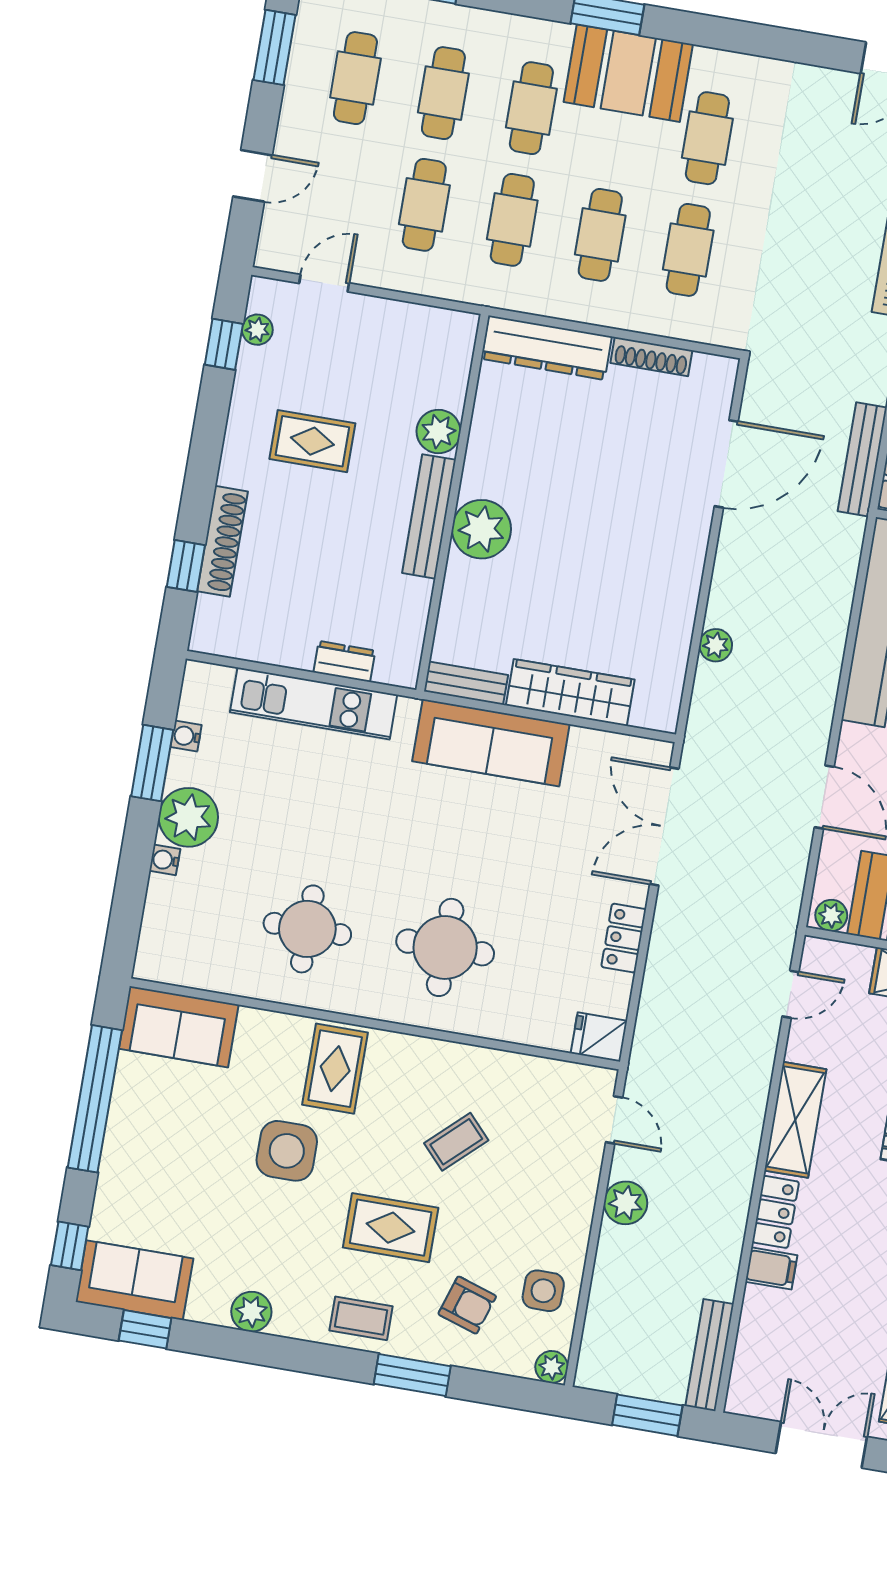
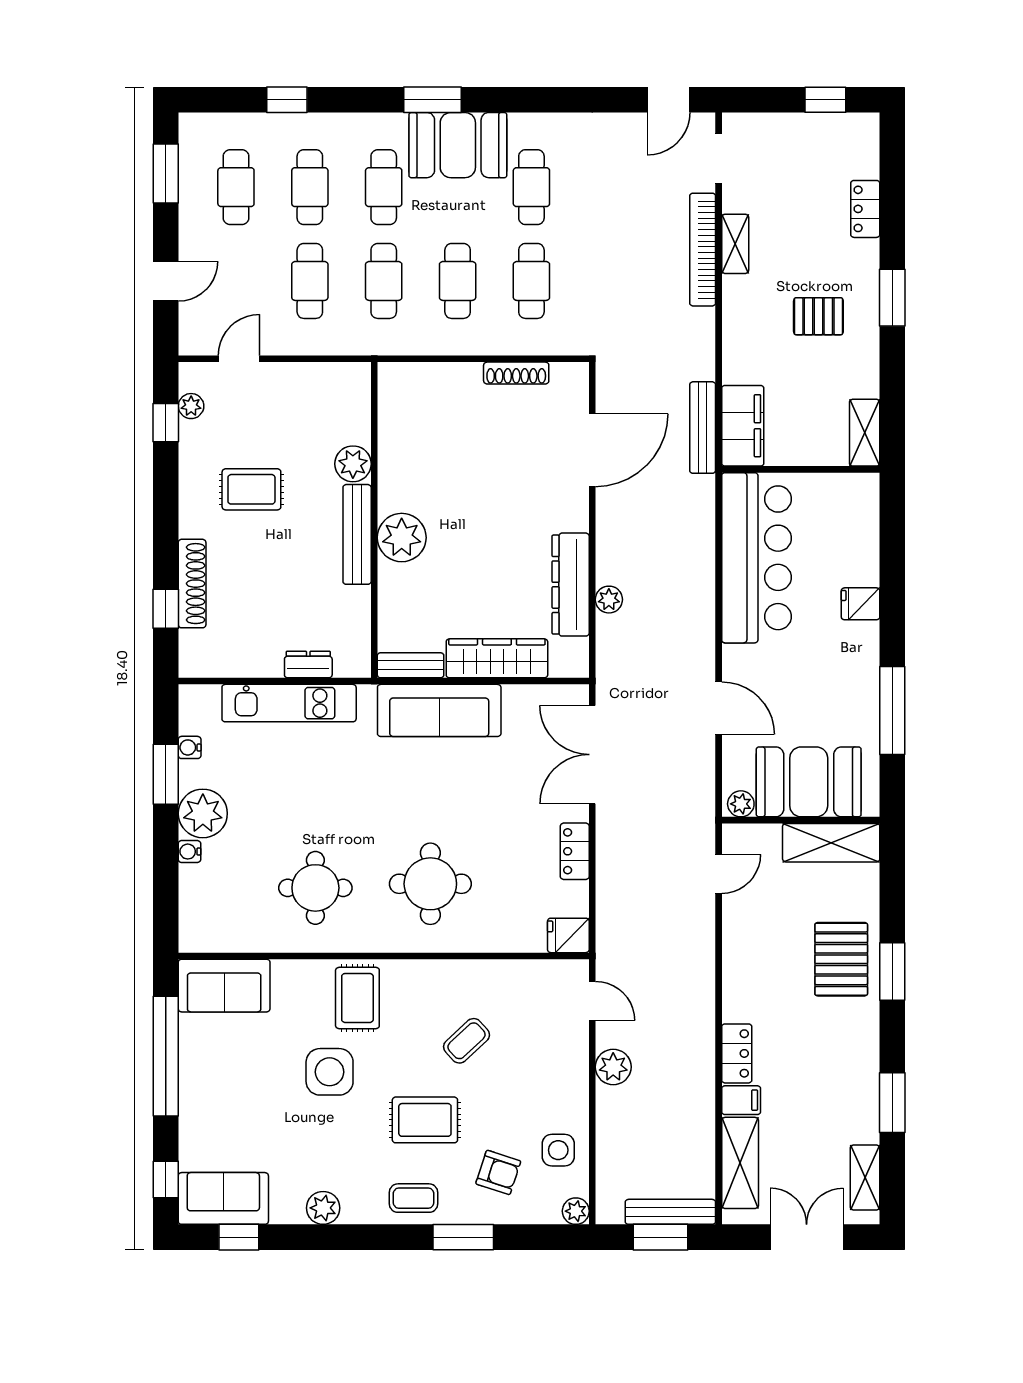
dresser: (547, 348) -> (571, 585), moved, turned 90
shelving: (795, 1120) -> (740, 1163), moved
bench: (709, 1355) -> (670, 1212), moved, turned 90

